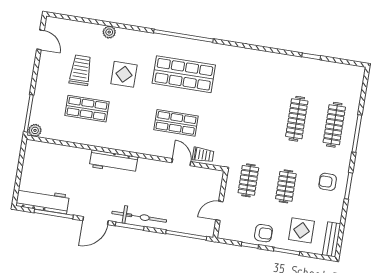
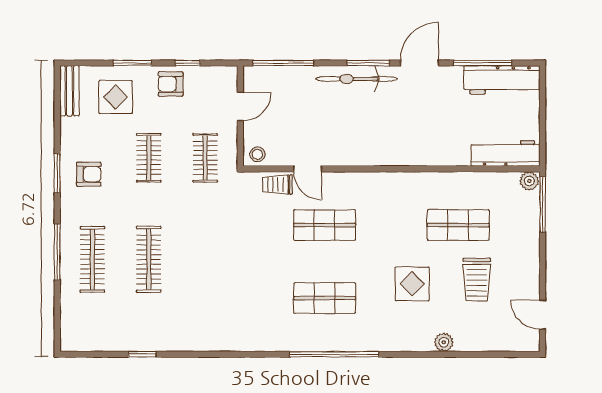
shop shelf: (184, 74) -> (325, 298), width x0.70, depth x0.74
workbench: (114, 162) -> (506, 153), moved
stool: (213, 177) -> (257, 154), added

